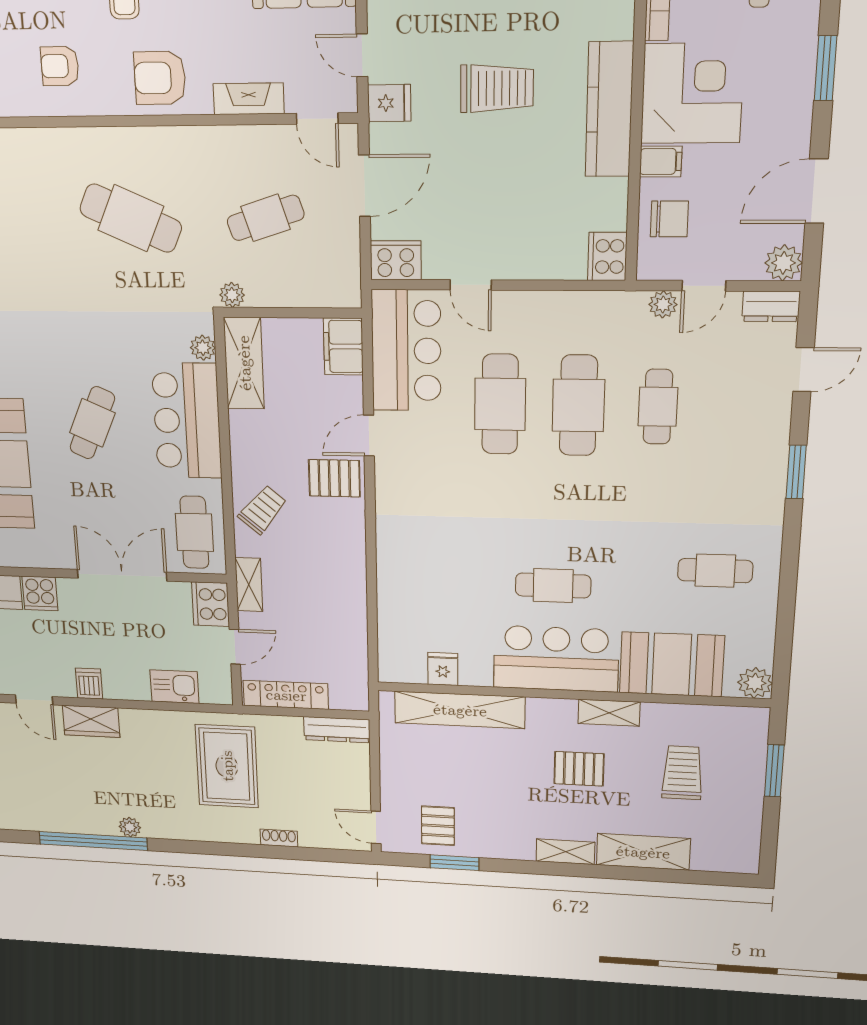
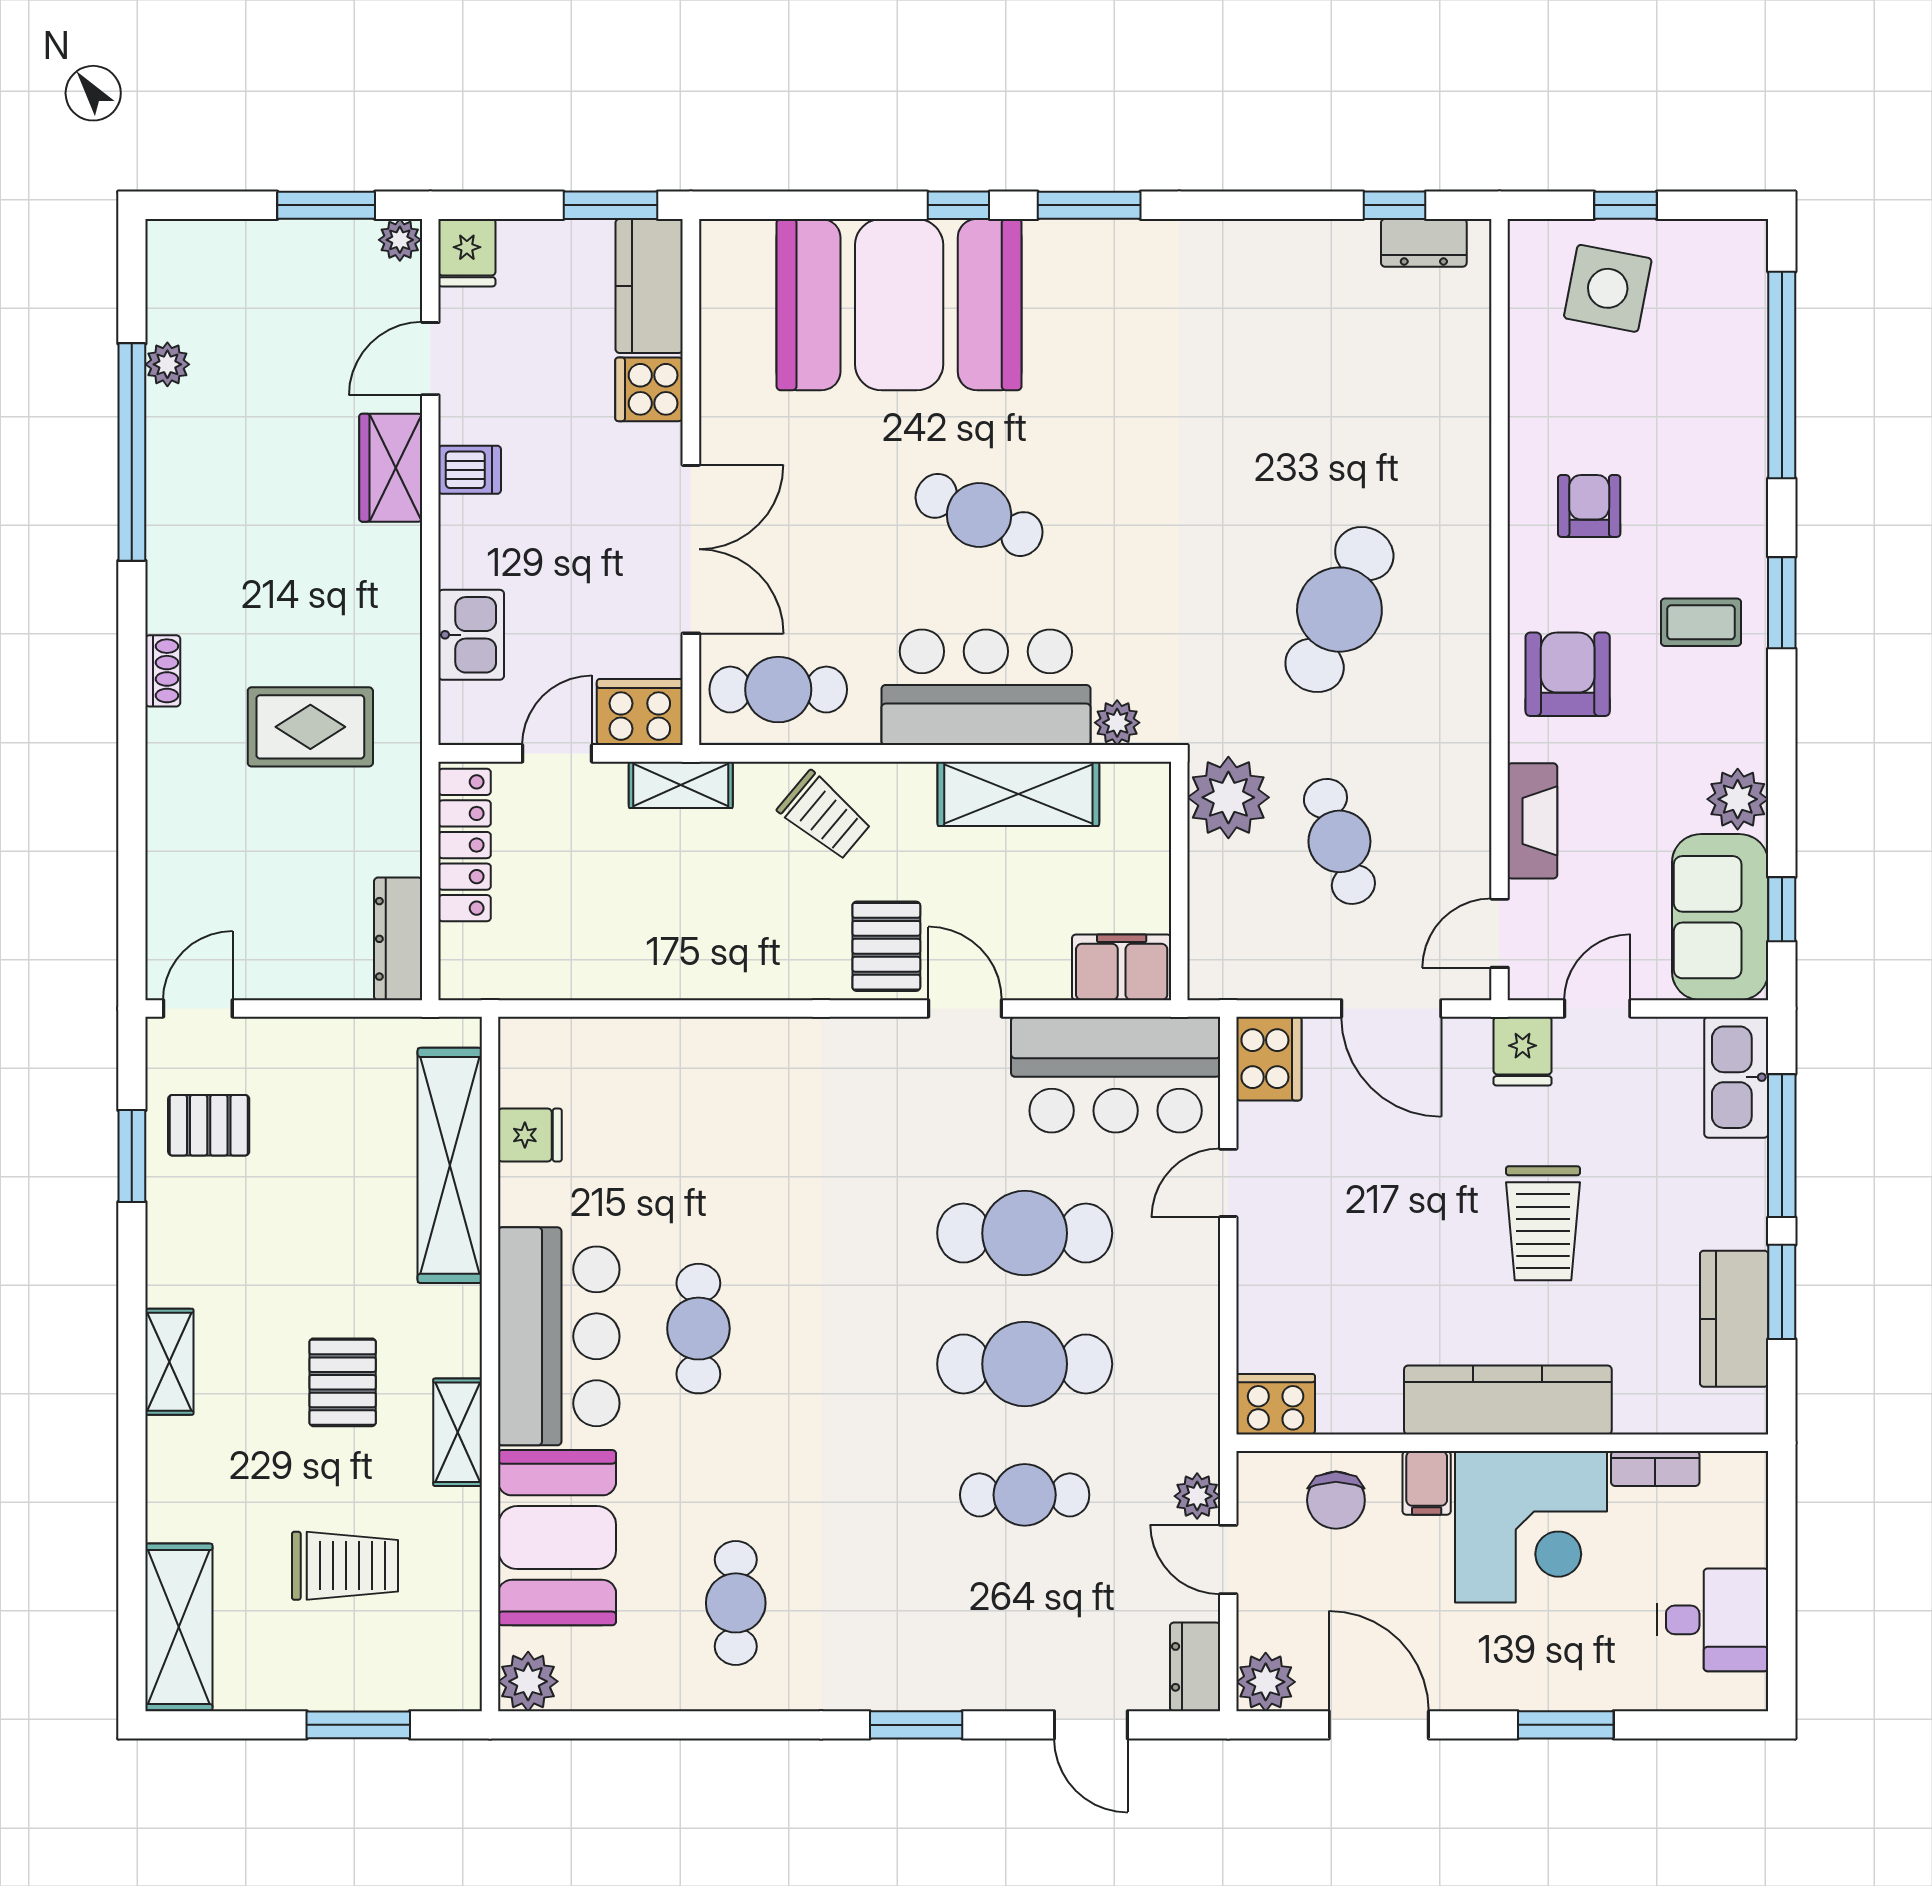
plant: (232, 295) -> (1228, 797), width x1.88, depth x1.88
shelving: (244, 363) -> (1018, 794), moved
door: (235, 647) -> (557, 753), swing flipped
rug: (227, 766) -> (310, 727), width x0.73, depth x0.70
plant: (130, 827) -> (167, 364), moved
shoe rack: (279, 838) -> (163, 671), moved
shelving: (643, 852) -> (179, 1627), moved

